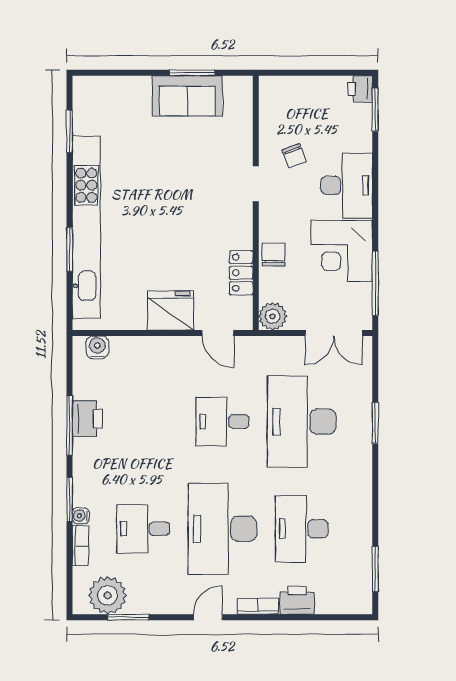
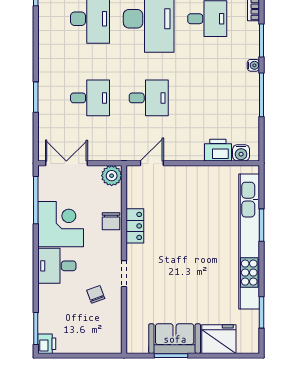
desk: (347, 185) -> (57, 266), width x0.73
locker: (241, 273) -> (135, 226), moved
fridge: (171, 311) -> (219, 339), moved, turned 180
door: (218, 333) -> (152, 163), hinge flipped
printer: (87, 419) -> (218, 150), moved, turned 90
desk: (302, 422) -> (90, 98), width x0.53, depth x0.77
water cooler: (81, 516) -> (253, 65), moved

